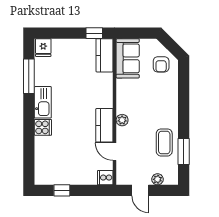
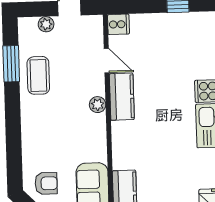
armchair: (161, 64) -> (46, 183), turned 90

